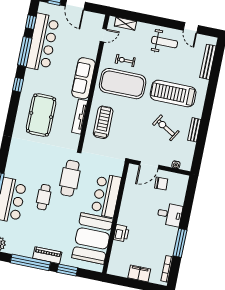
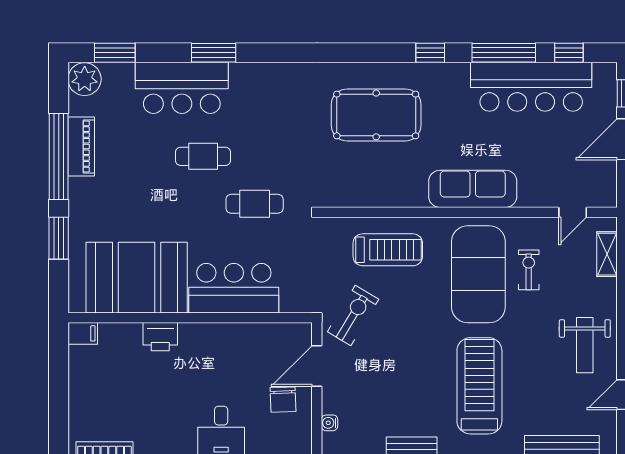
door: (103, 35) -> (573, 212), hinge flipped
tv unit: (80, 117) -> (390, 197), removed
exercise bike: (166, 128) -> (353, 315), moved
door: (149, 165) -> (317, 366), hinge flipped
cafe table: (70, 178) -> (255, 204), width x0.73, depth x0.74
piano: (47, 255) -> (81, 147), moved
filing cabinet: (139, 273) -> (83, 333), moved, width x0.50

